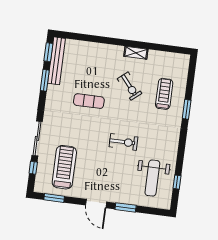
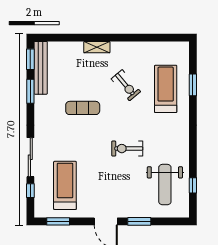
shelving: (136, 53) -> (97, 47), moved
treadmill: (164, 94) -> (166, 89), width x1.37, depth x1.38
window: (187, 109) -> (193, 85), moved
exercise bike: (123, 142) -> (127, 149), turned 180

